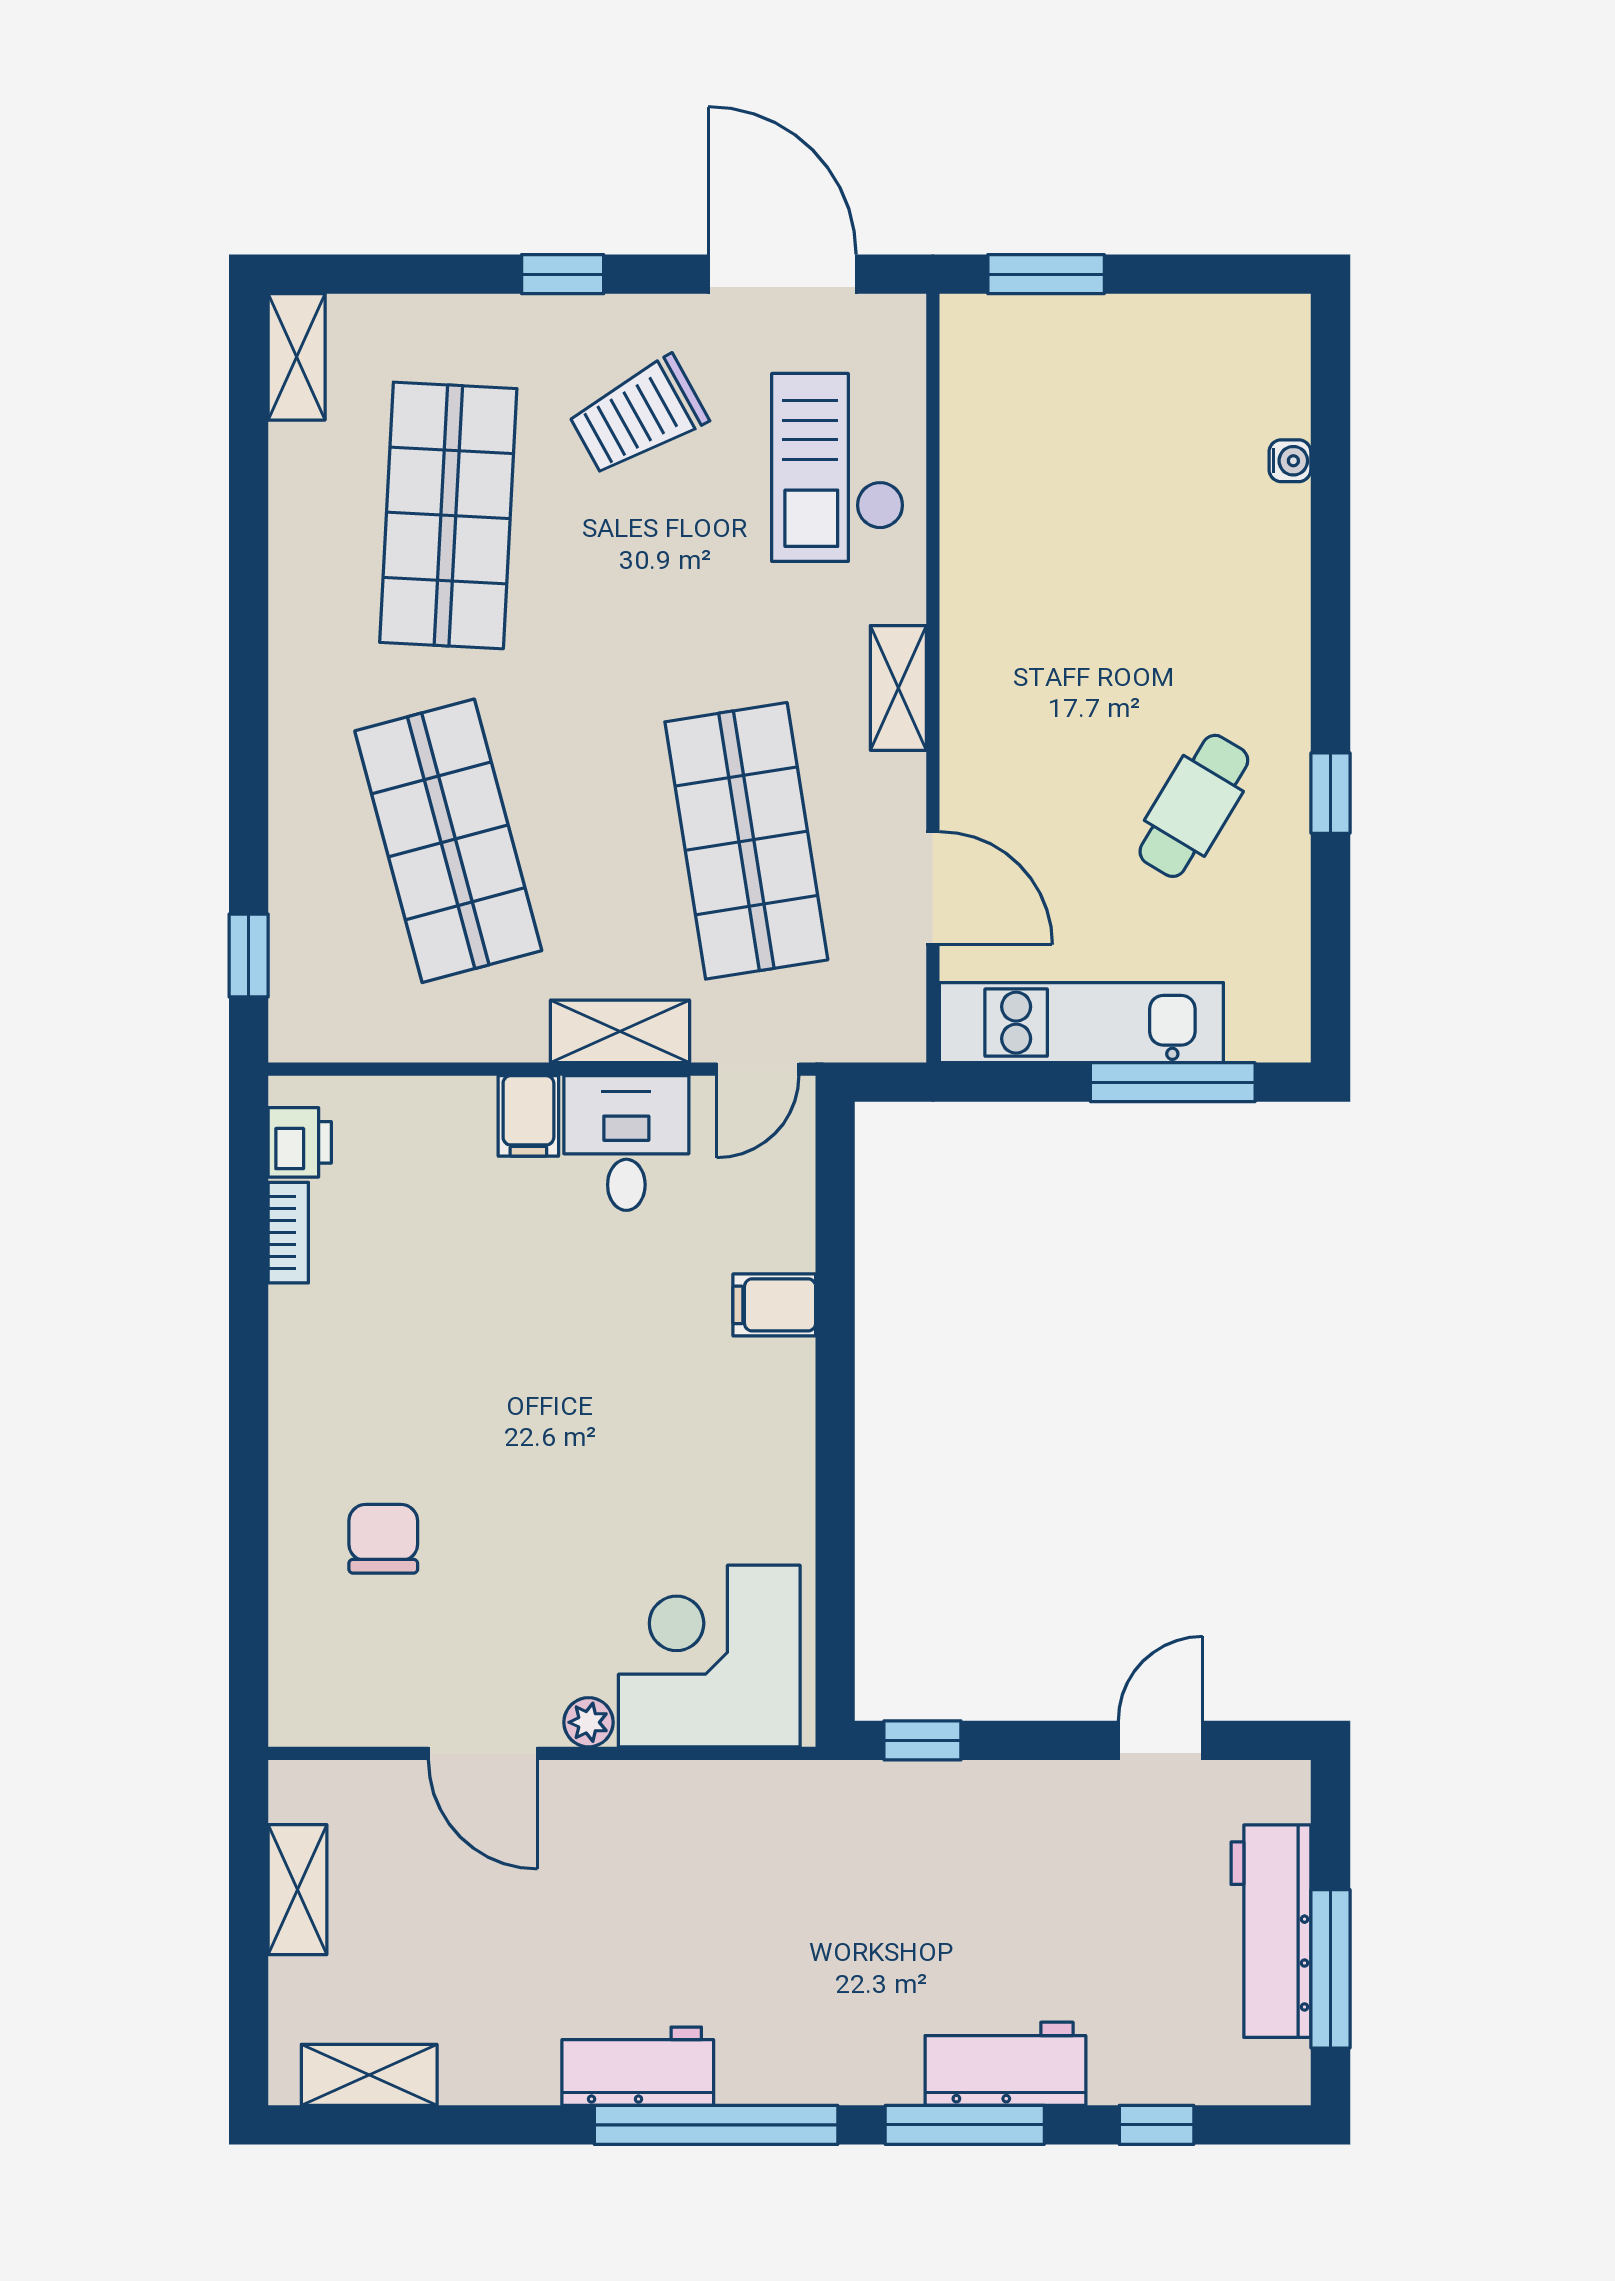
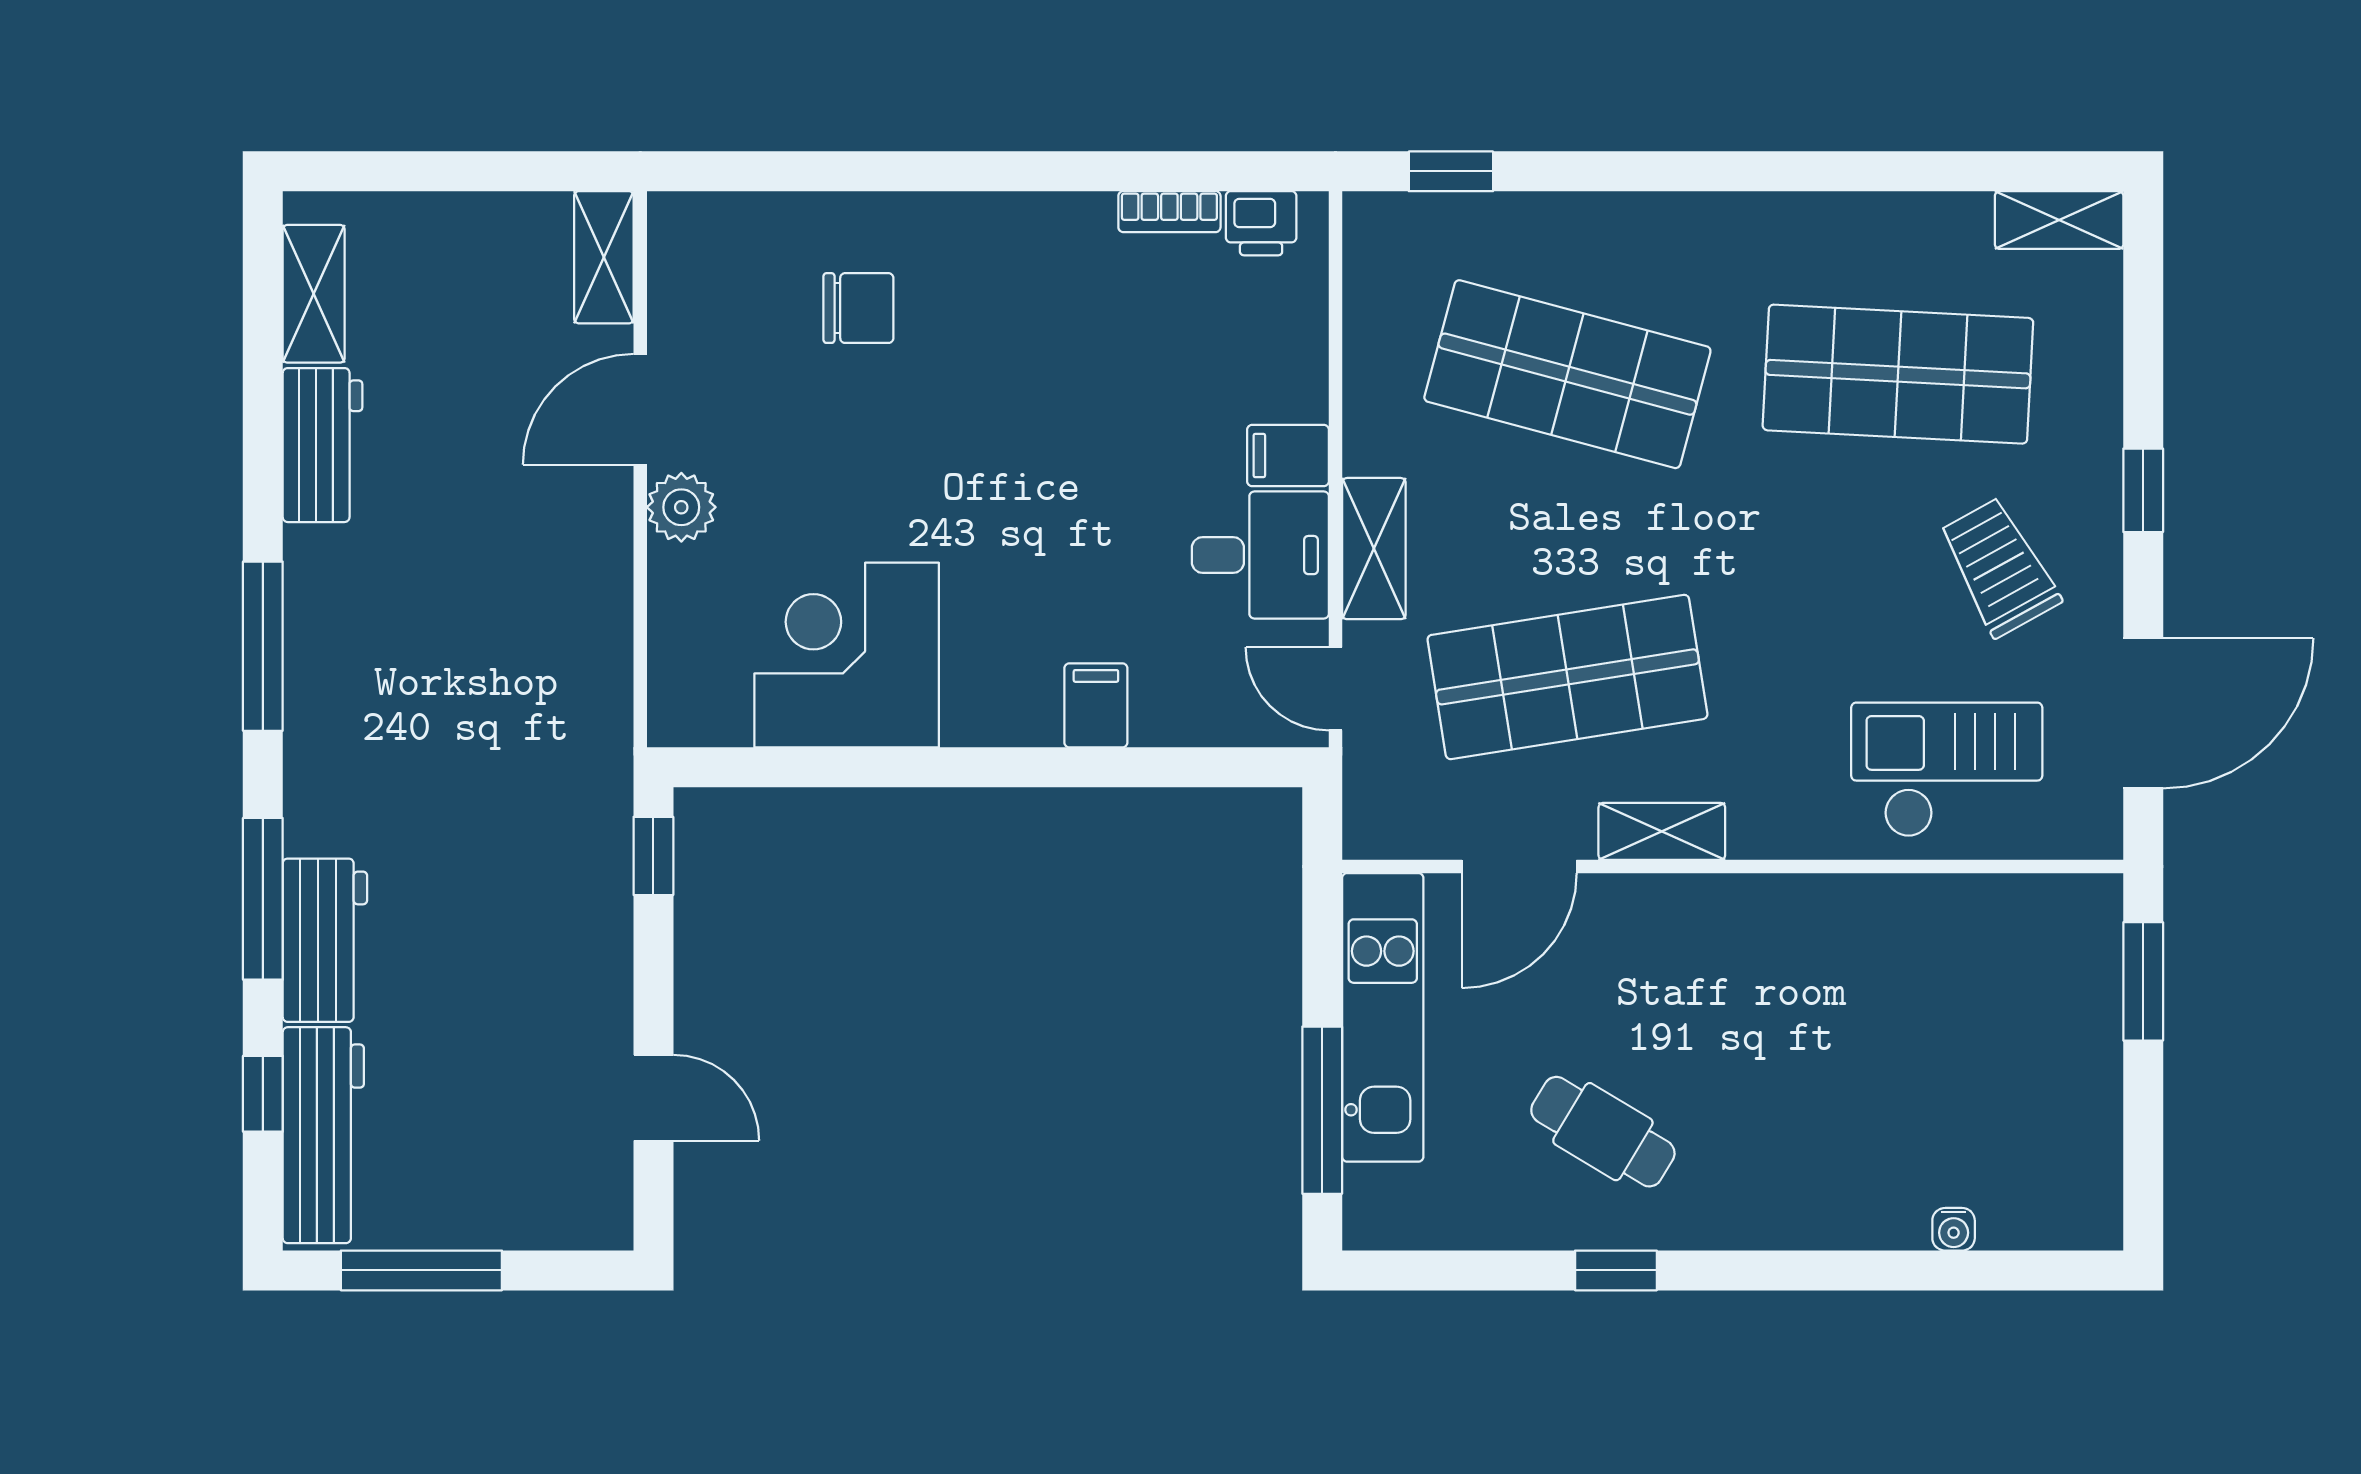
shelving: (898, 688) -> (1662, 831), moved
shop shelf: (448, 841) -> (1567, 374), turned 30
corner desk: (709, 1656) -> (847, 655), moved, turned -90
plant: (589, 1722) -> (681, 507), width x1.38, depth x1.38
shelving: (297, 1890) -> (604, 257), moved, turned 90
workbench: (1271, 1931) -> (323, 1135), moved, turned 90
workbench: (638, 2066) -> (322, 445), moved
window: (716, 2125) -> (263, 646), width x0.68

